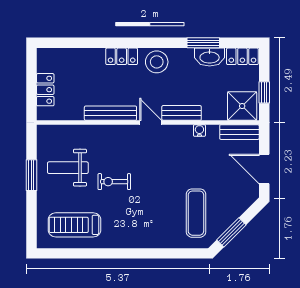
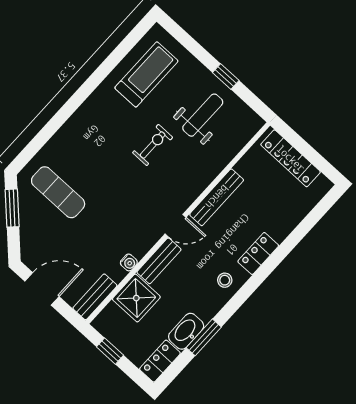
stool: (157, 62) -> (225, 280), width x0.53, depth x0.53
locker: (45, 90) -> (291, 158), width x1.53
shower: (242, 106) -> (136, 298), moved
window: (31, 175) -> (226, 76), width x0.67

